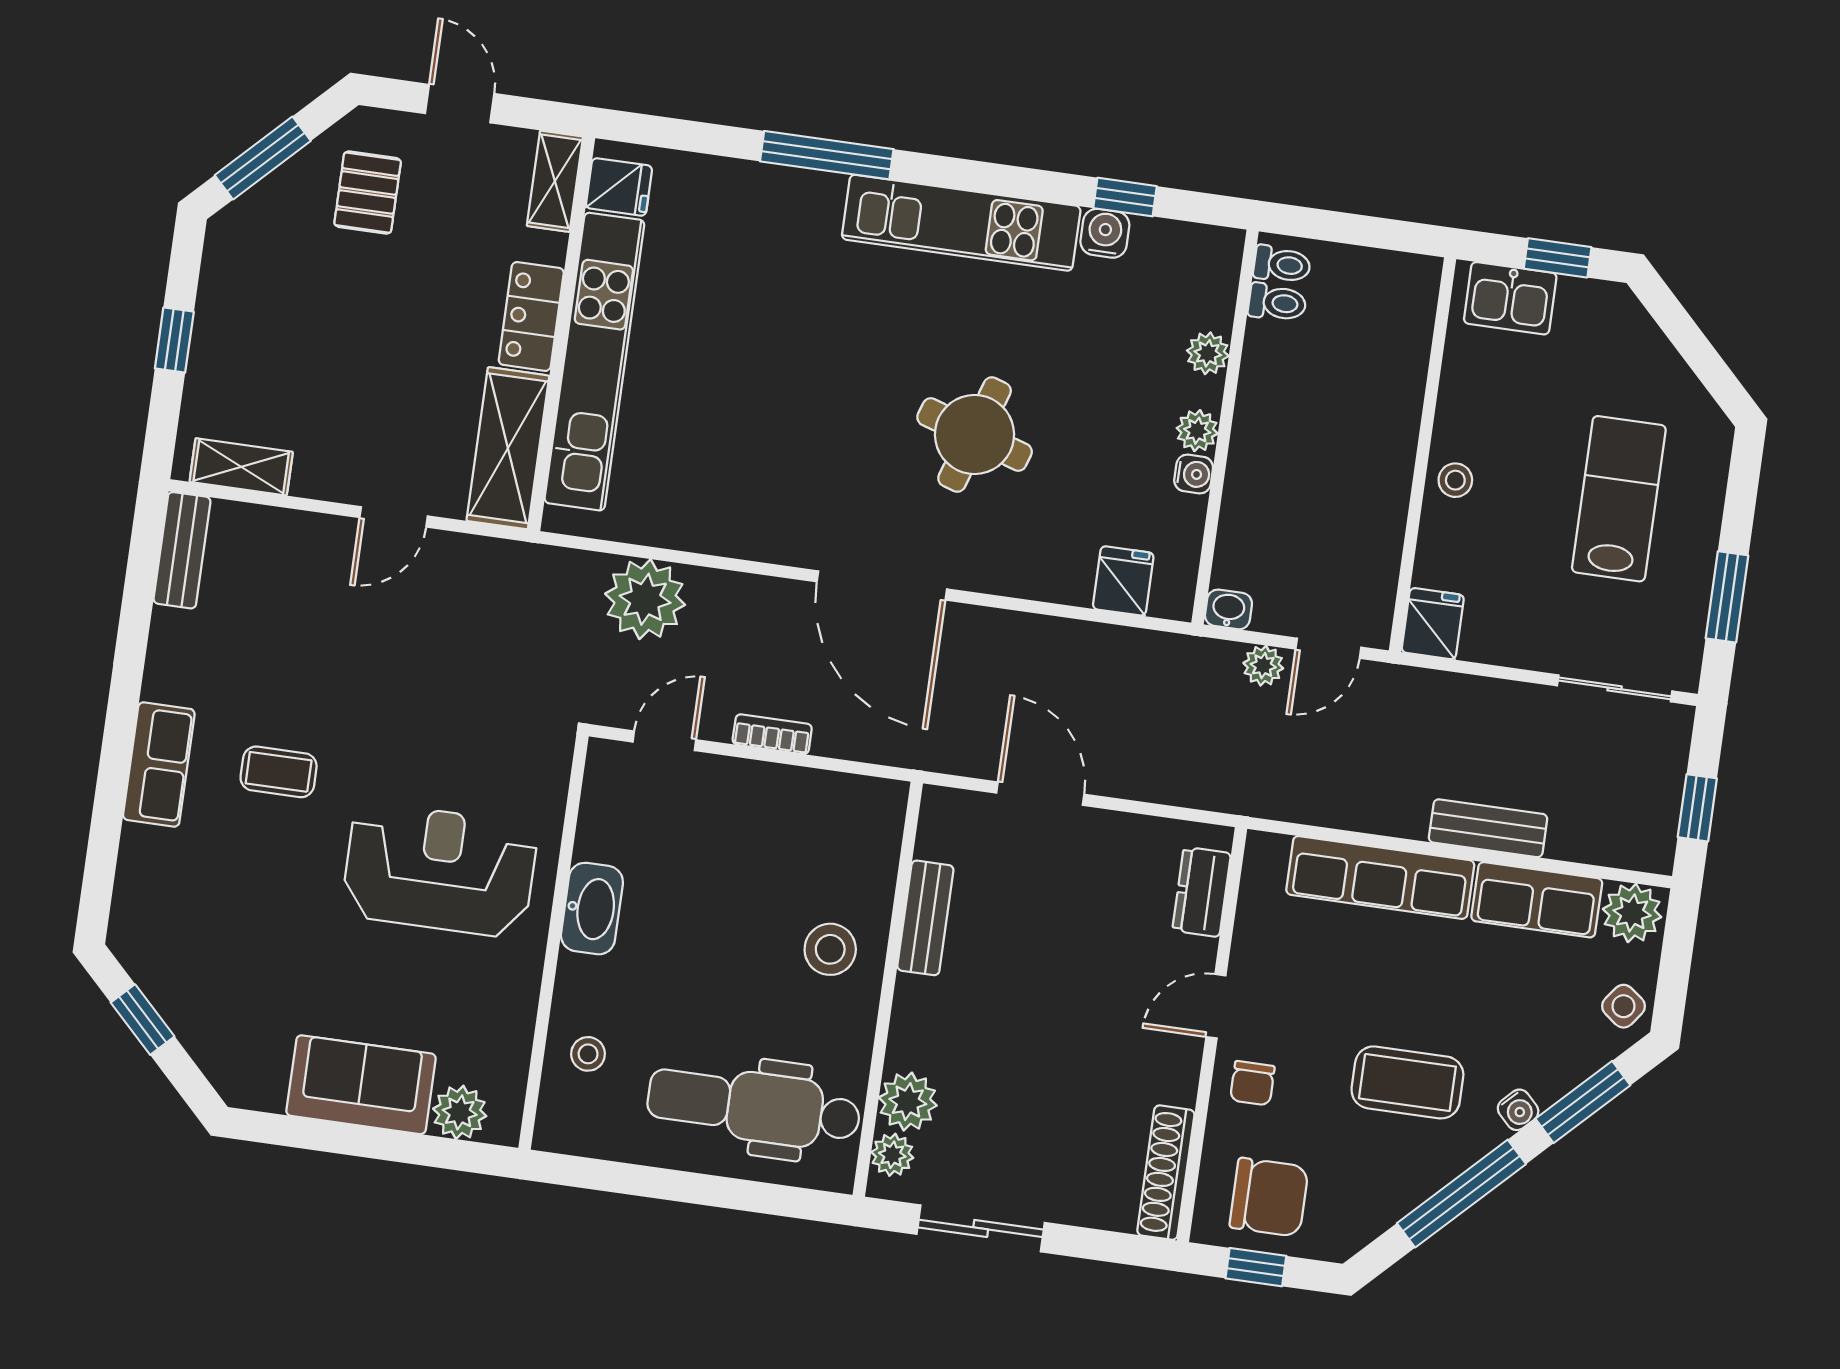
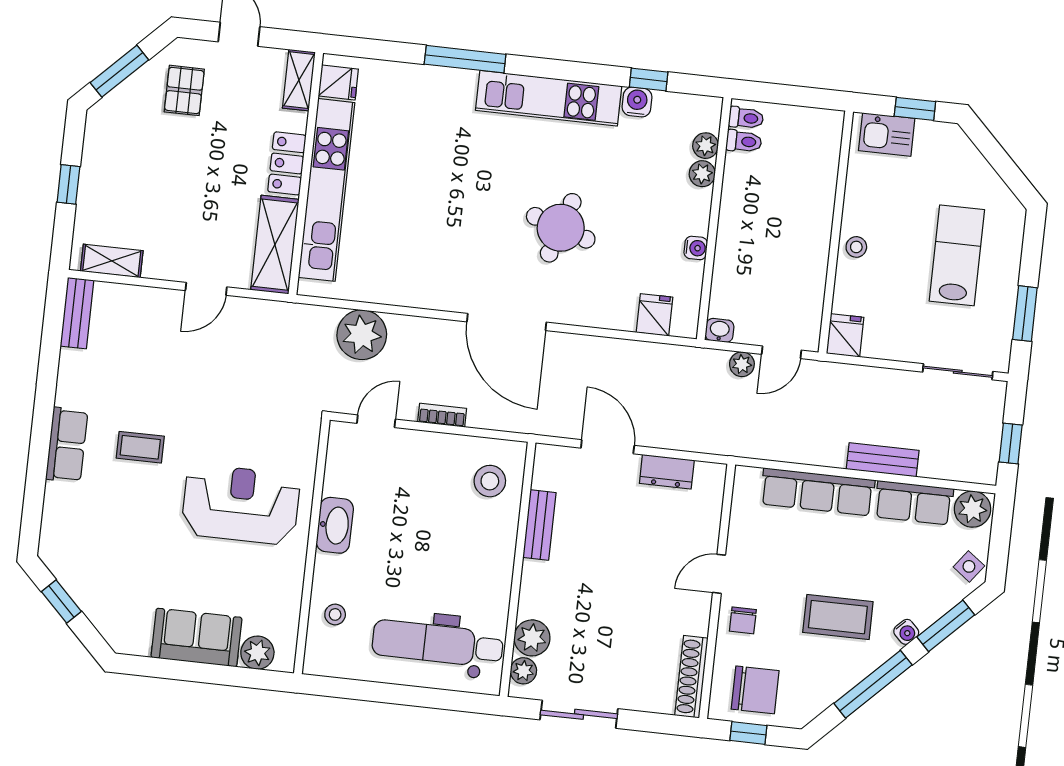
plant: (1197, 431) -> (706, 146), moved
dresser: (1202, 892) -> (667, 472), moved, turned -90
stool: (830, 949) -> (490, 481), moved

